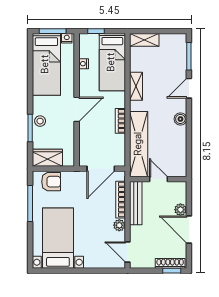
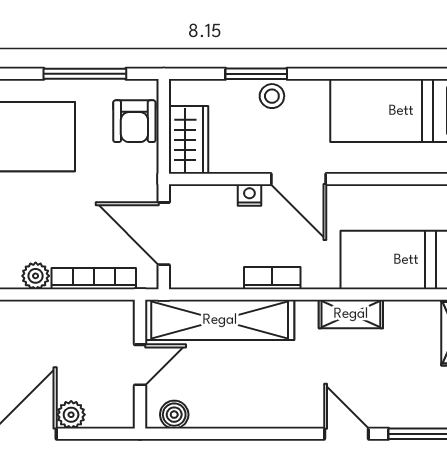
nightstand: (84, 64) -> (249, 195), moved
boiler: (180, 119) -> (174, 415), moved
wardrobe: (47, 158) -> (189, 140), moved
bench: (136, 203) -> (86, 313), removed

